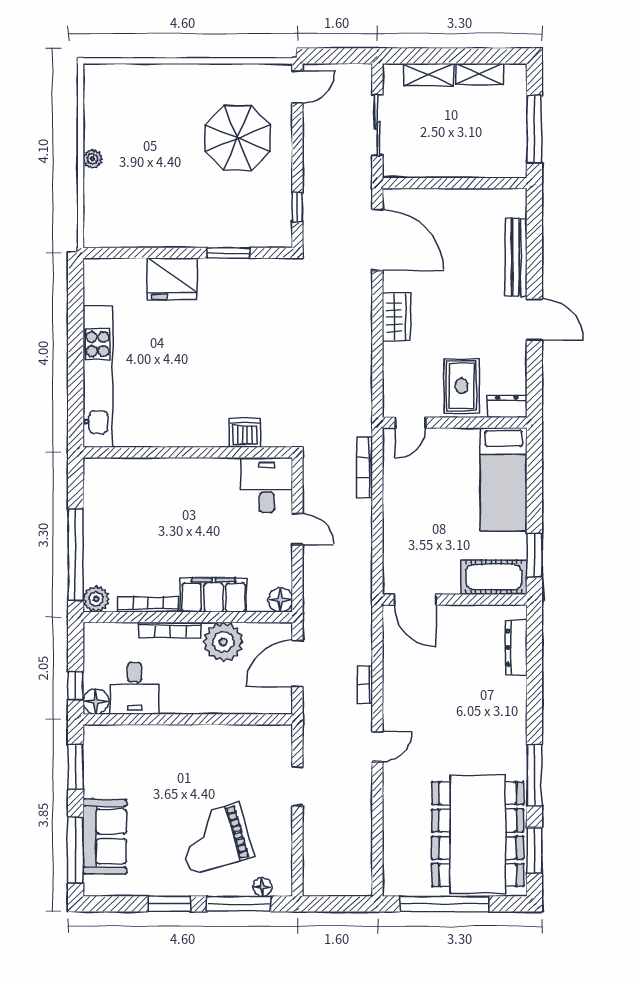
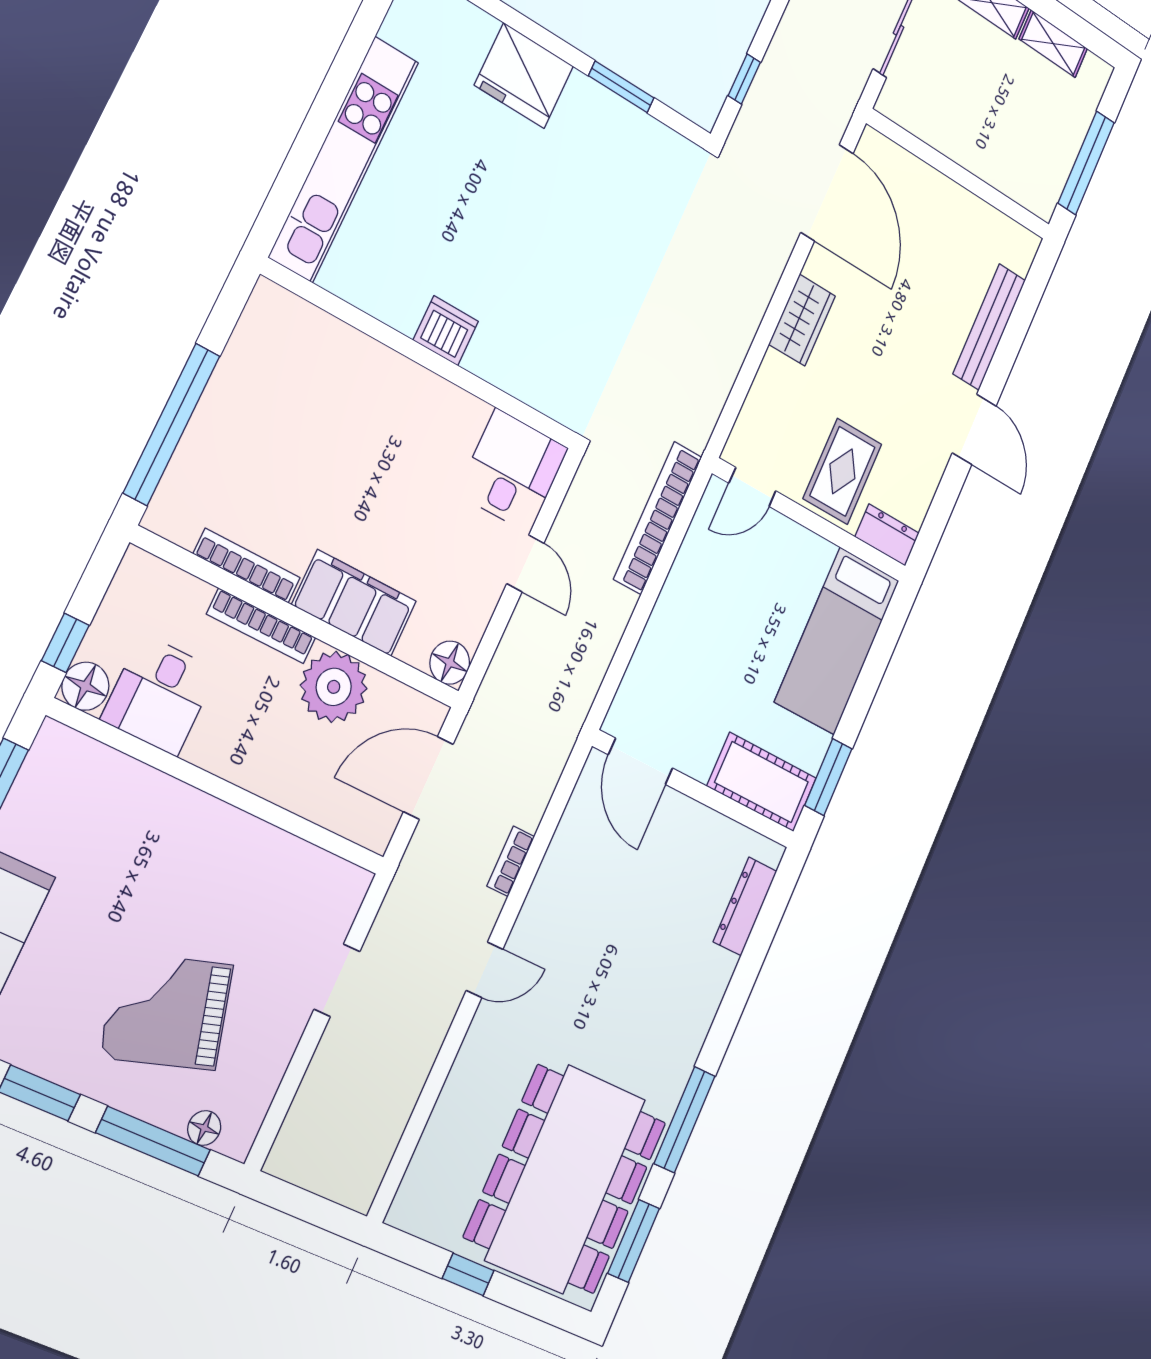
dishwasher: (245, 433) -> (446, 331), moved
bookcase: (365, 467) -> (658, 518), width x1.48, depth x1.31
plant: (96, 599) -> (169, 515), removed
window: (444, 904) -> (468, 1274), width x0.32

